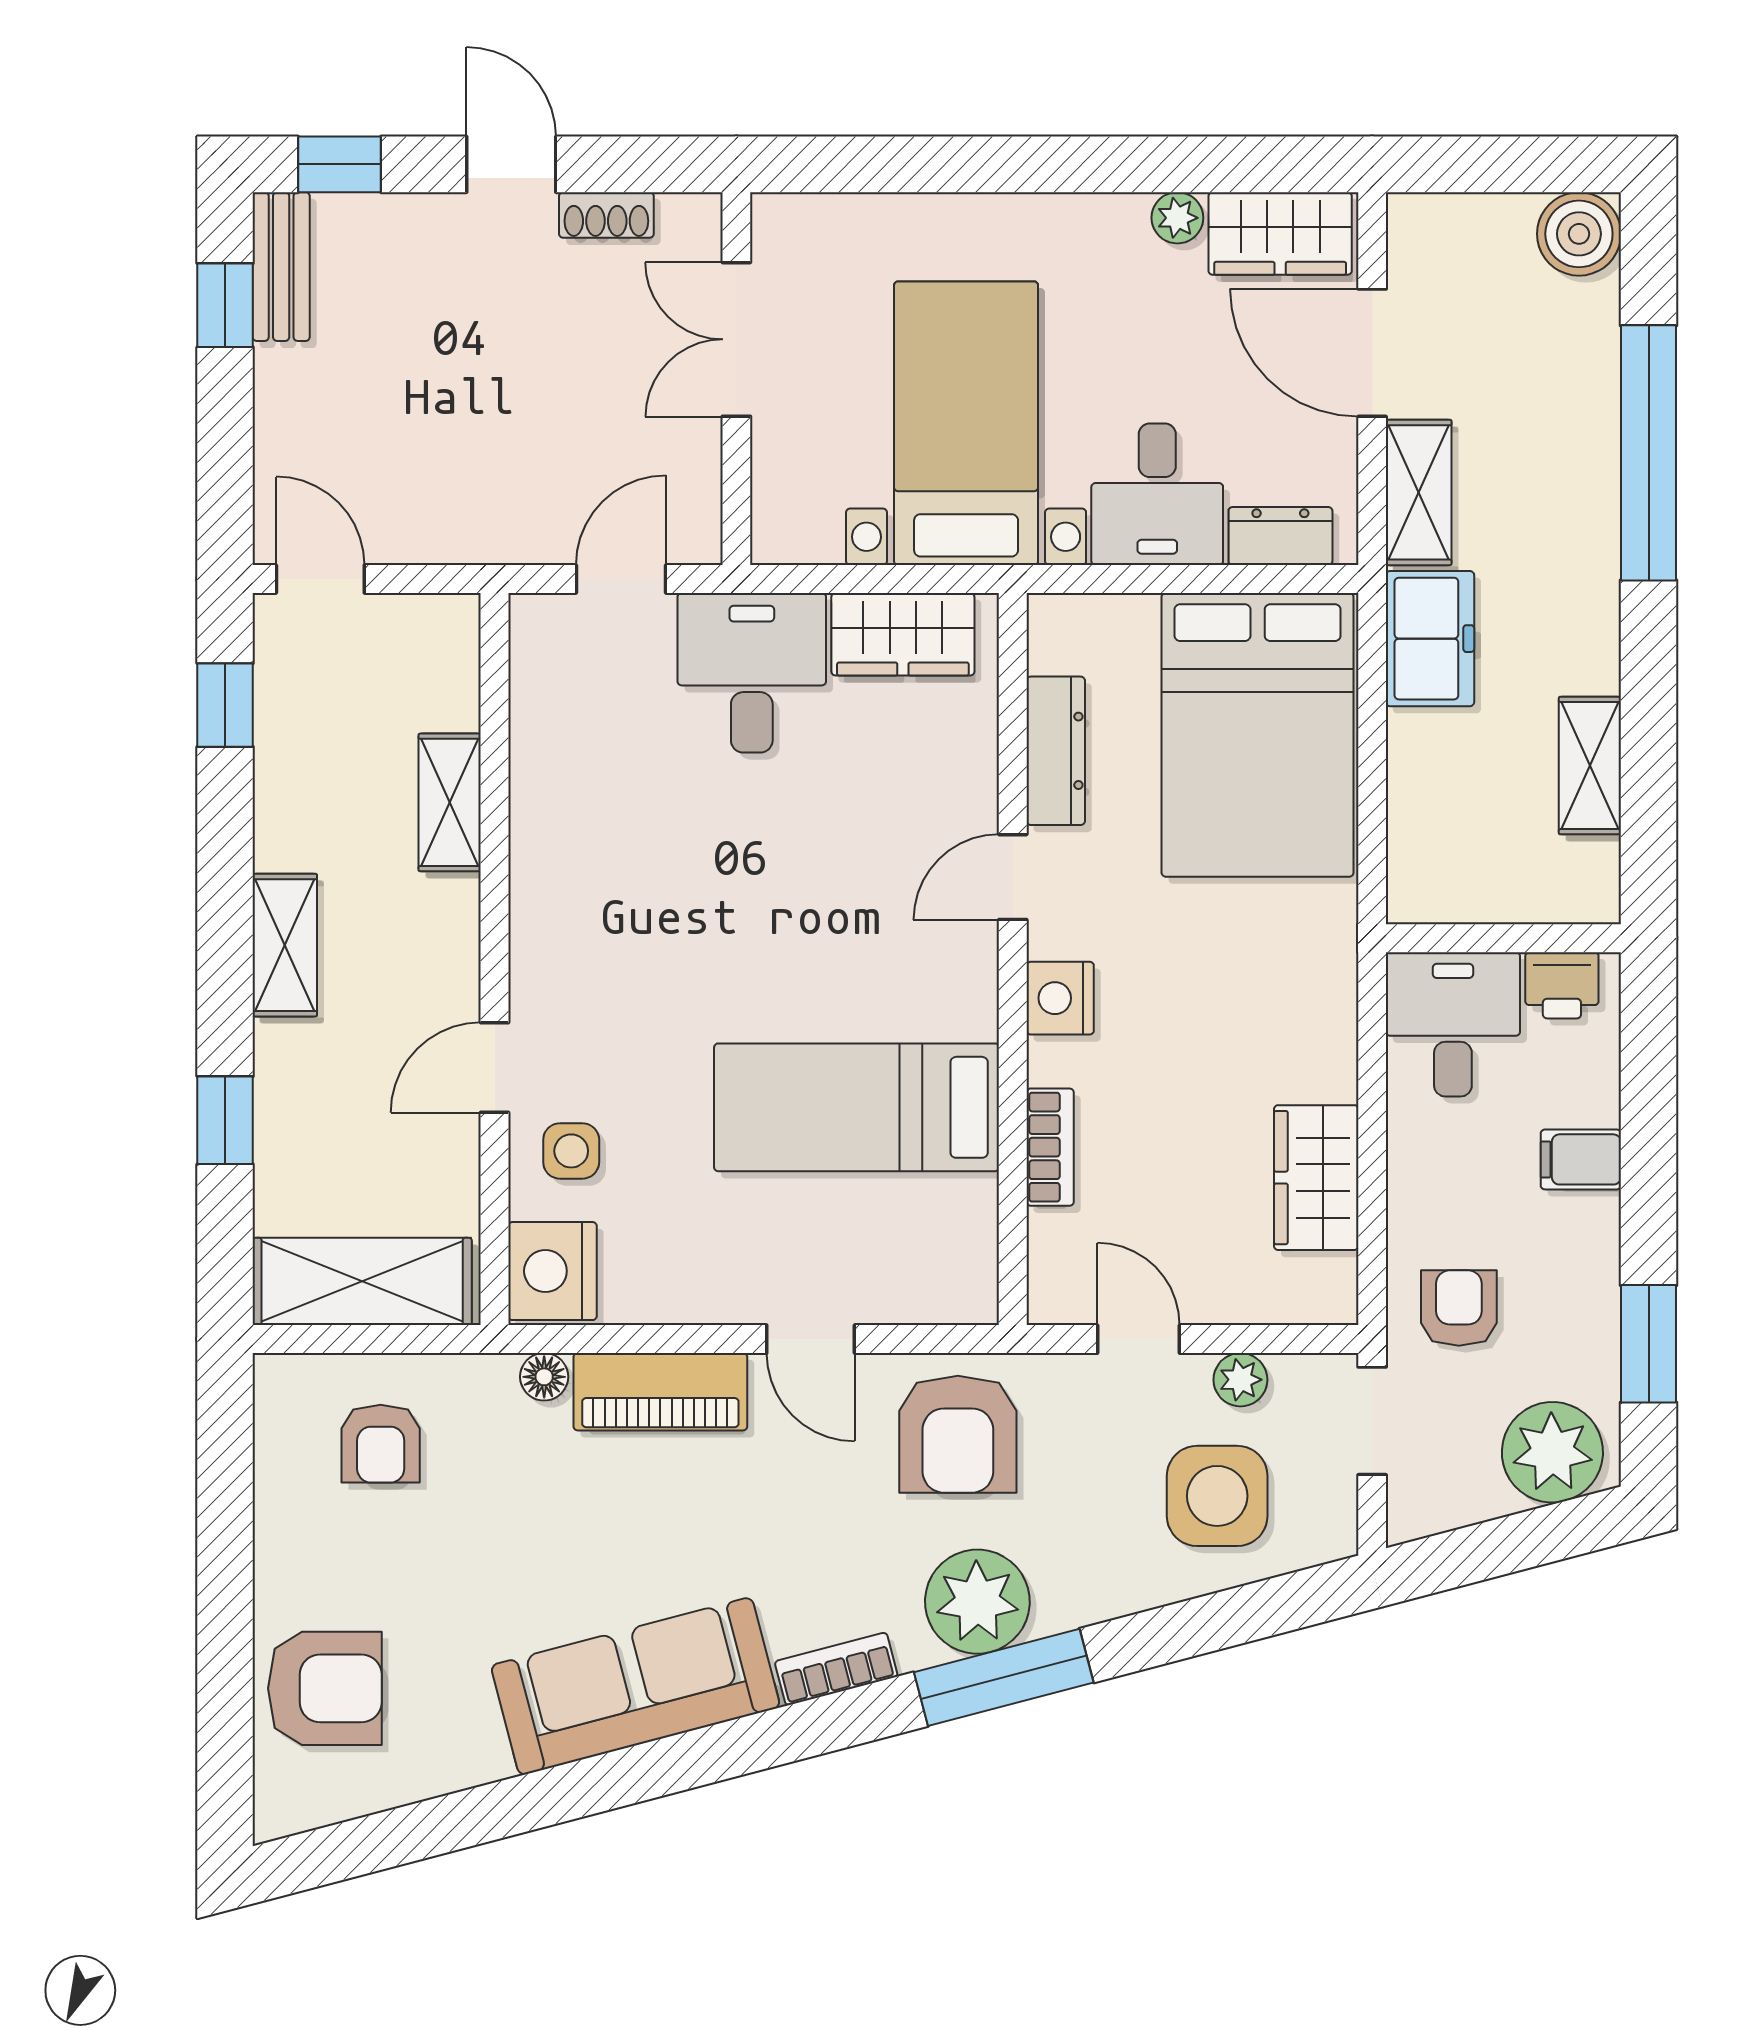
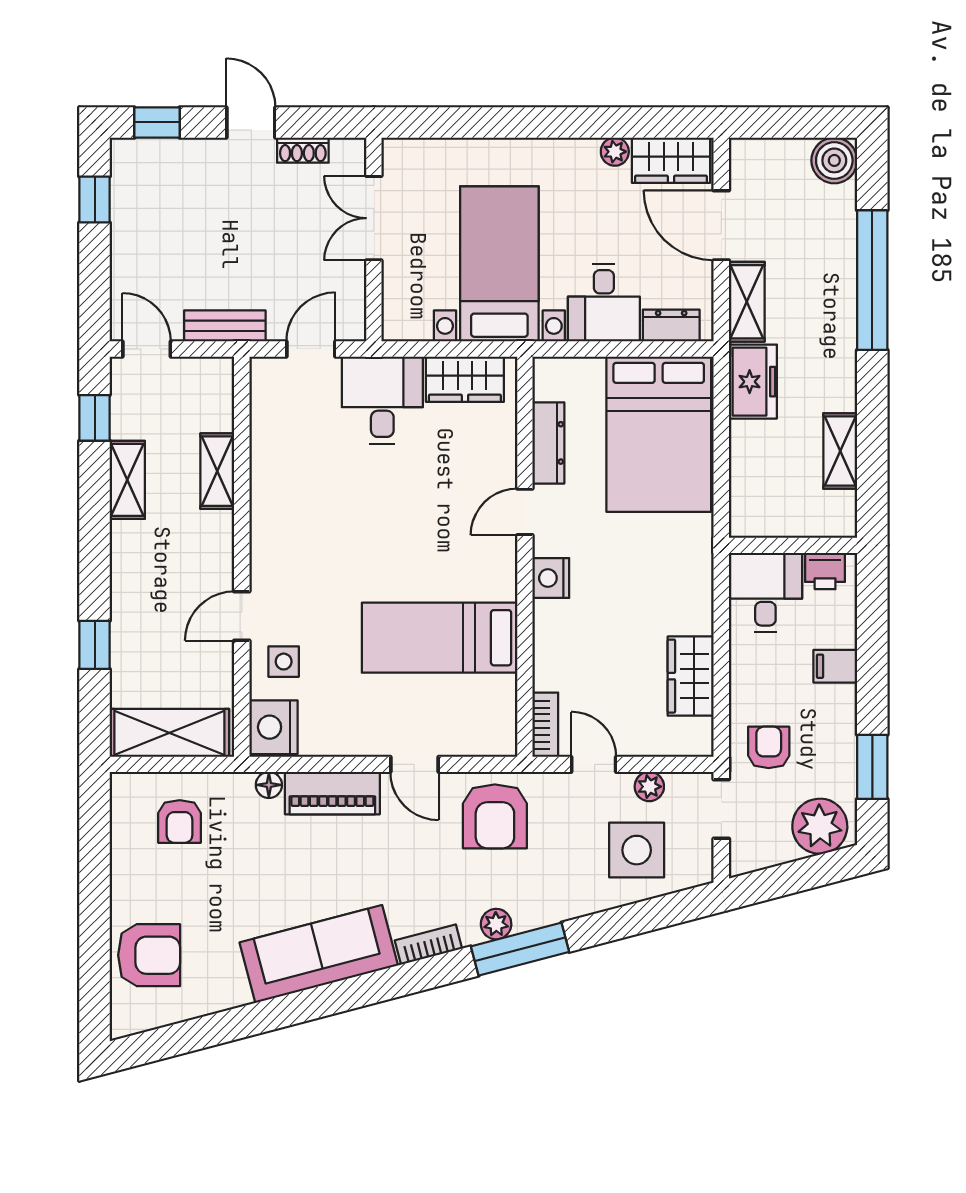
bench: (281, 267) -> (225, 326), moved, turned 90
shelving: (285, 945) -> (127, 480), moved
bookcase: (1050, 1147) -> (545, 725), moved
plant: (977, 1602) -> (496, 924), width x0.53, depth x0.53

